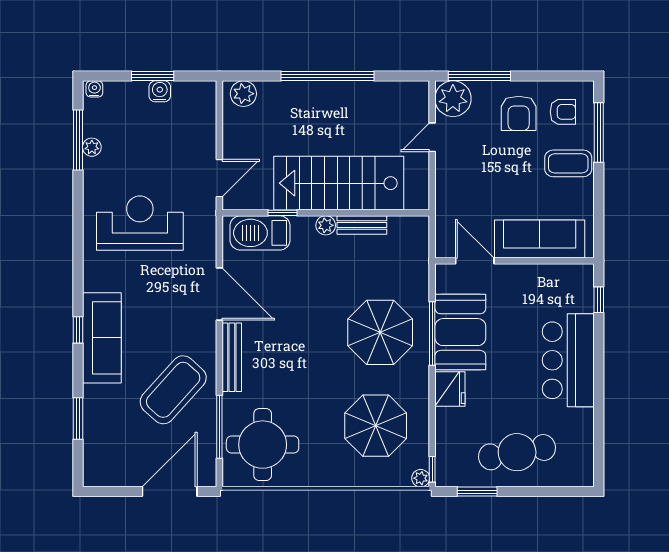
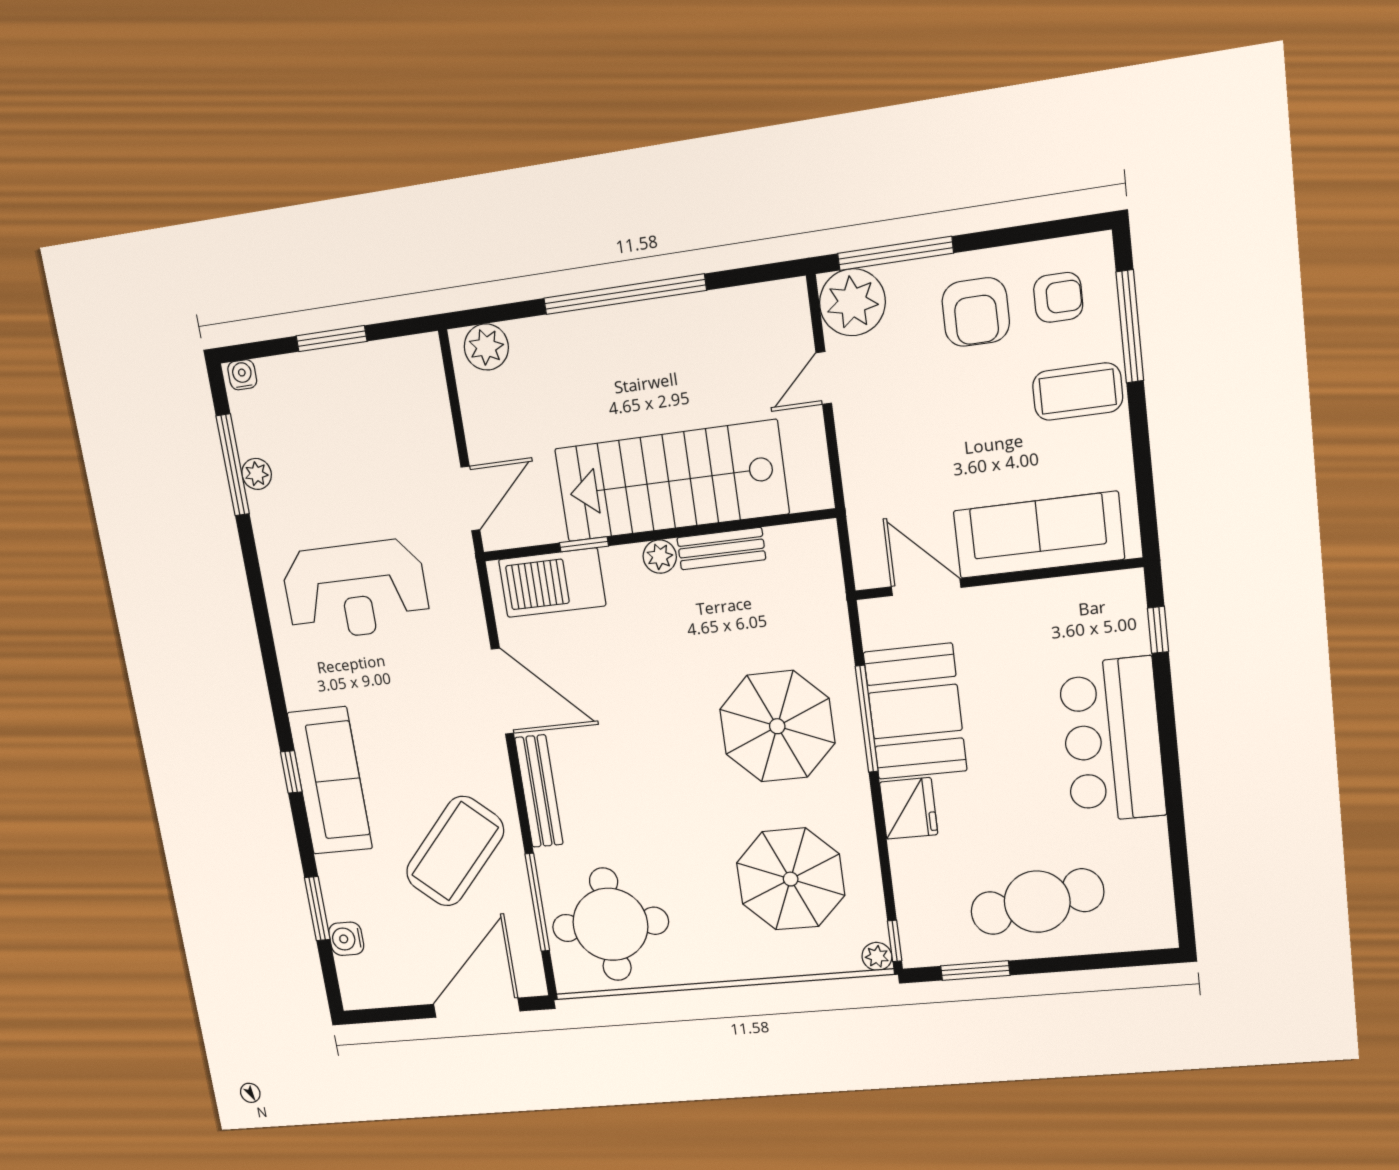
water cooler: (160, 91) -> (346, 939), moved, turned -90
reception desk: (140, 223) -> (355, 590), turned 180

